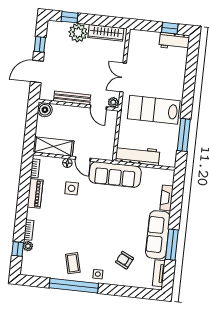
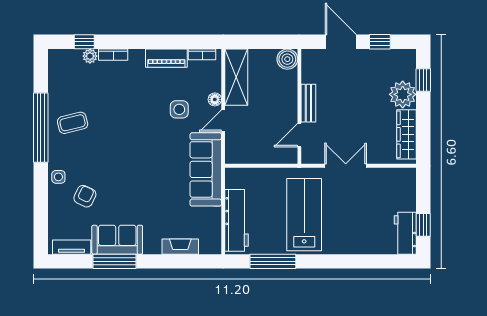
bench: (72, 98) -> (308, 103), width x0.73
plant: (113, 102) -> (309, 155), removed
workbench: (138, 155) -> (237, 220), moved
sofa: (158, 235) -> (117, 240), width x0.73
side table: (98, 274) -> (58, 177), moved

